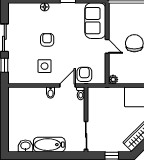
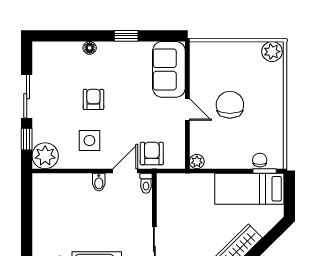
plant: (16, 76) -> (45, 156), added

